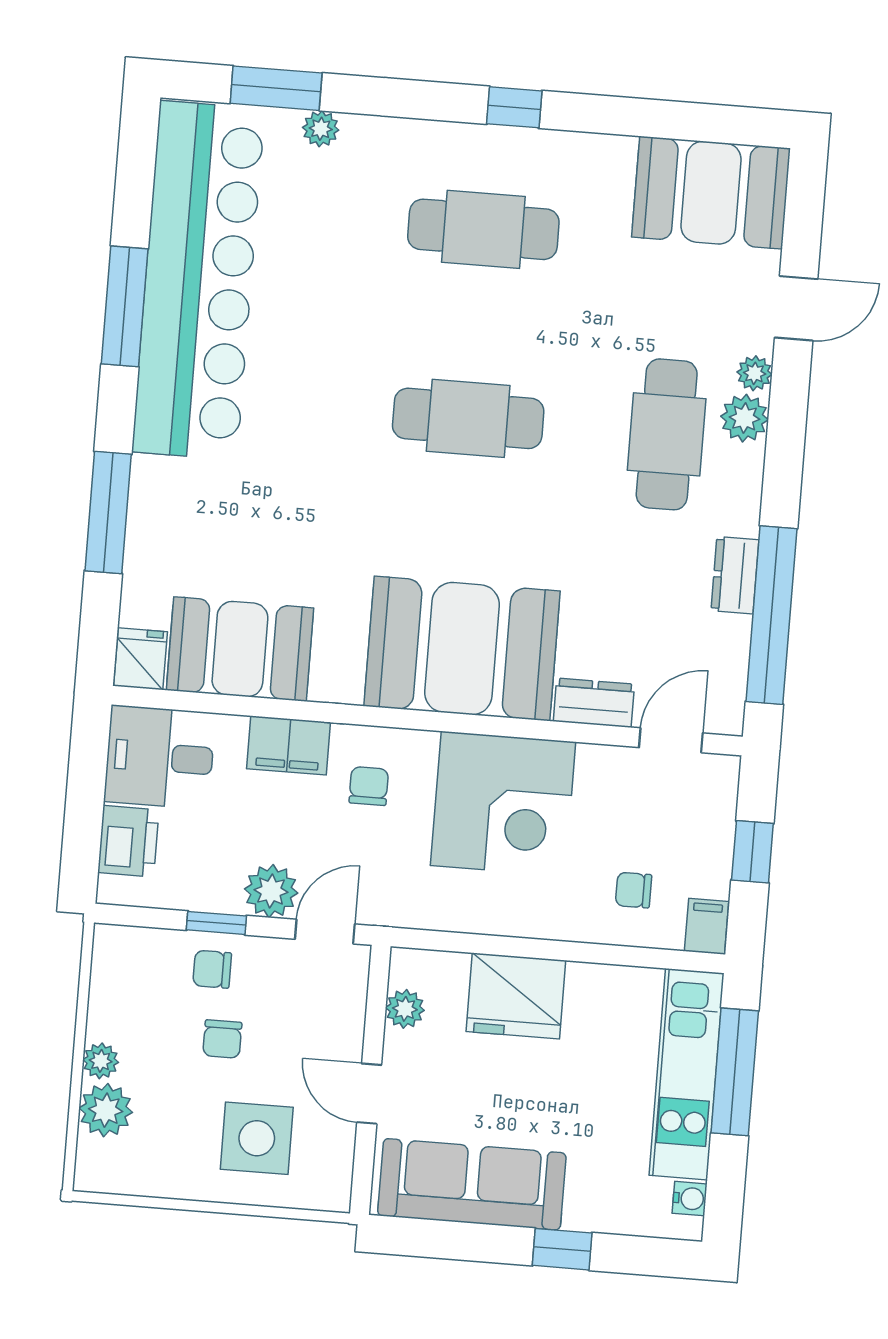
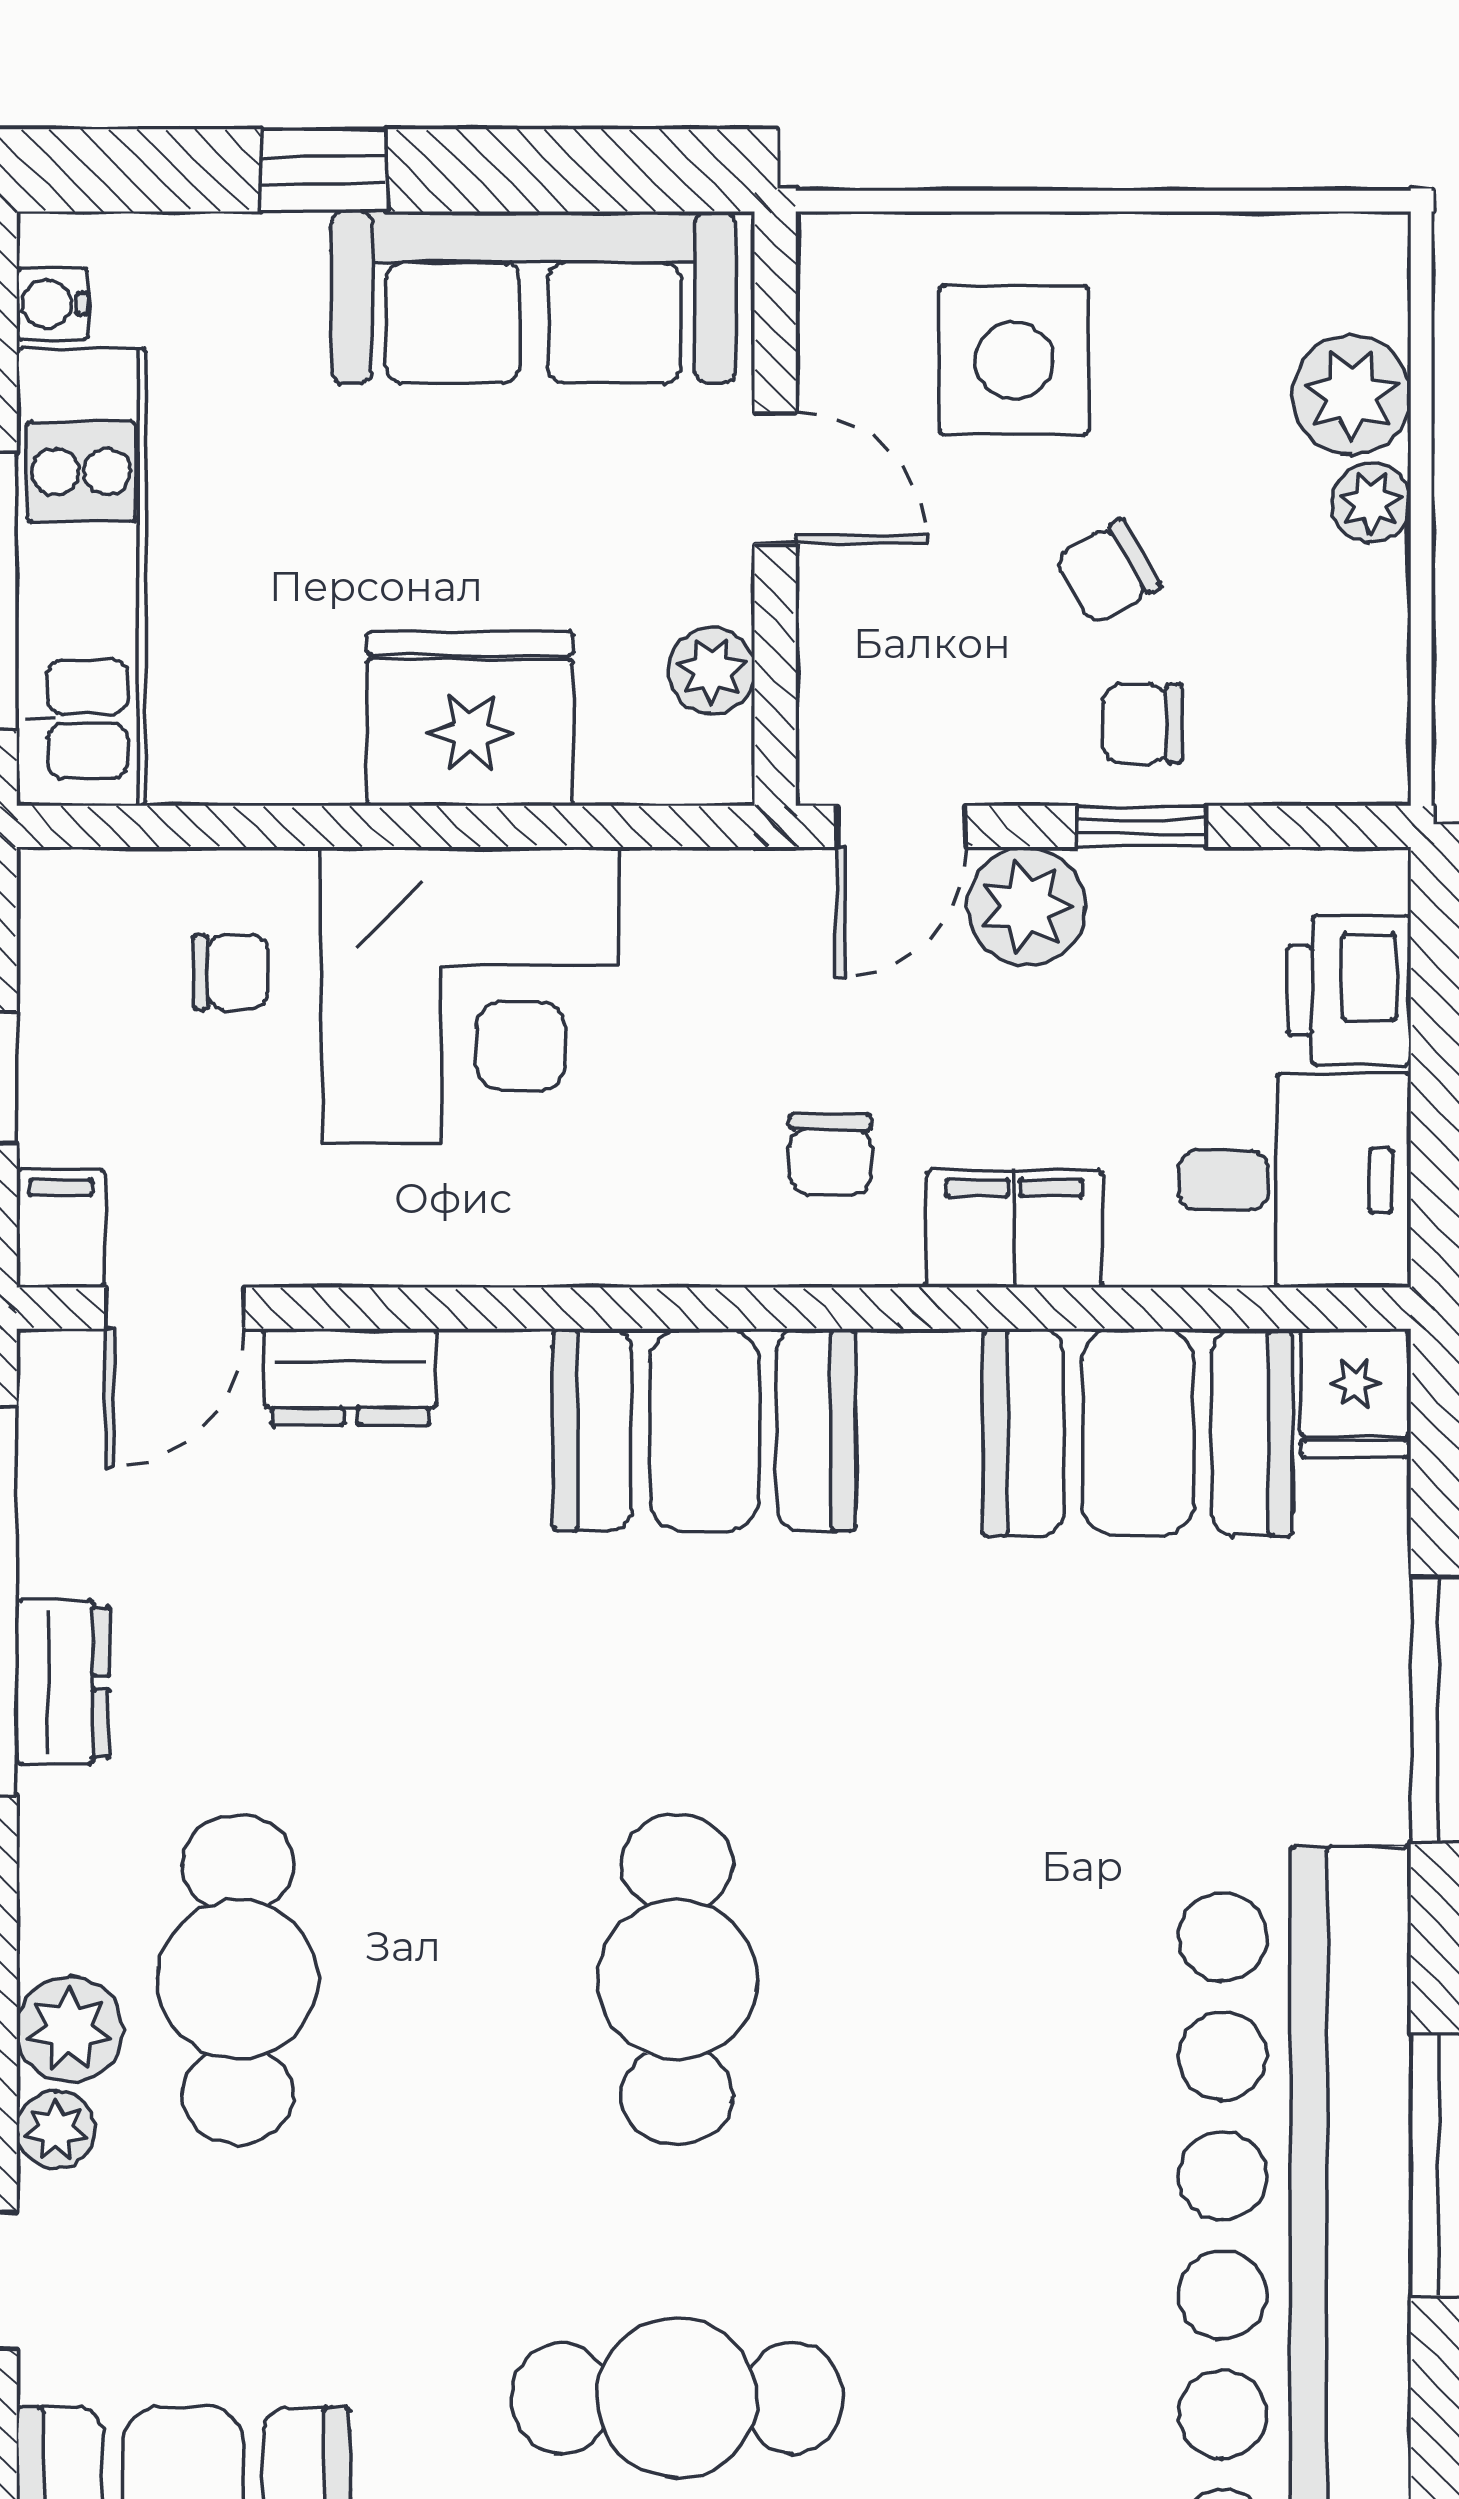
cafe table: (468, 418) -> (677, 1980), turned 90
booth: (462, 649) -> (704, 1430), width x0.73, depth x0.70
corner desk: (503, 804) -> (470, 996), moved, turned 180
filing cabinet: (707, 926) -> (61, 1229), moved, turned 180
chair: (212, 969) -> (1142, 724), turned 180
chair: (222, 1039) -> (1108, 572), turned -120

